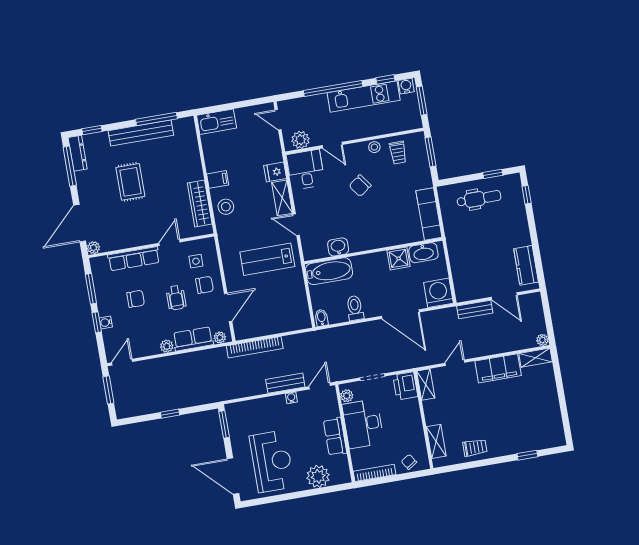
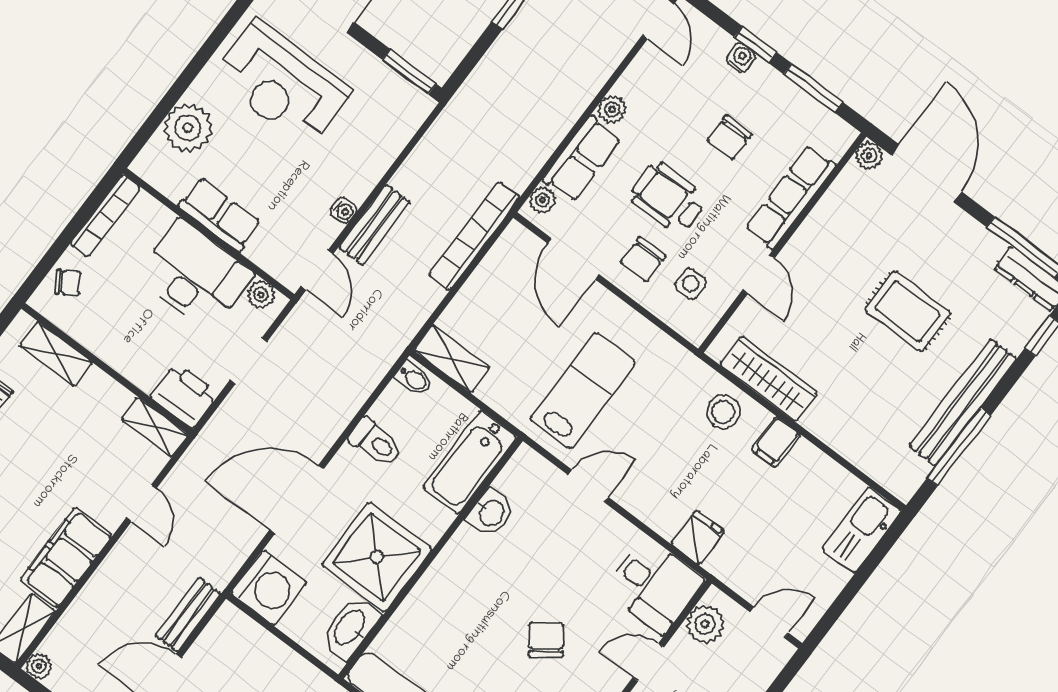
shelving: (282, 198) -> (452, 359), moved
shower: (399, 258) -> (377, 557), width x1.86, depth x1.86
wheelchair: (176, 298) -> (668, 198), width x1.36, depth x1.37

